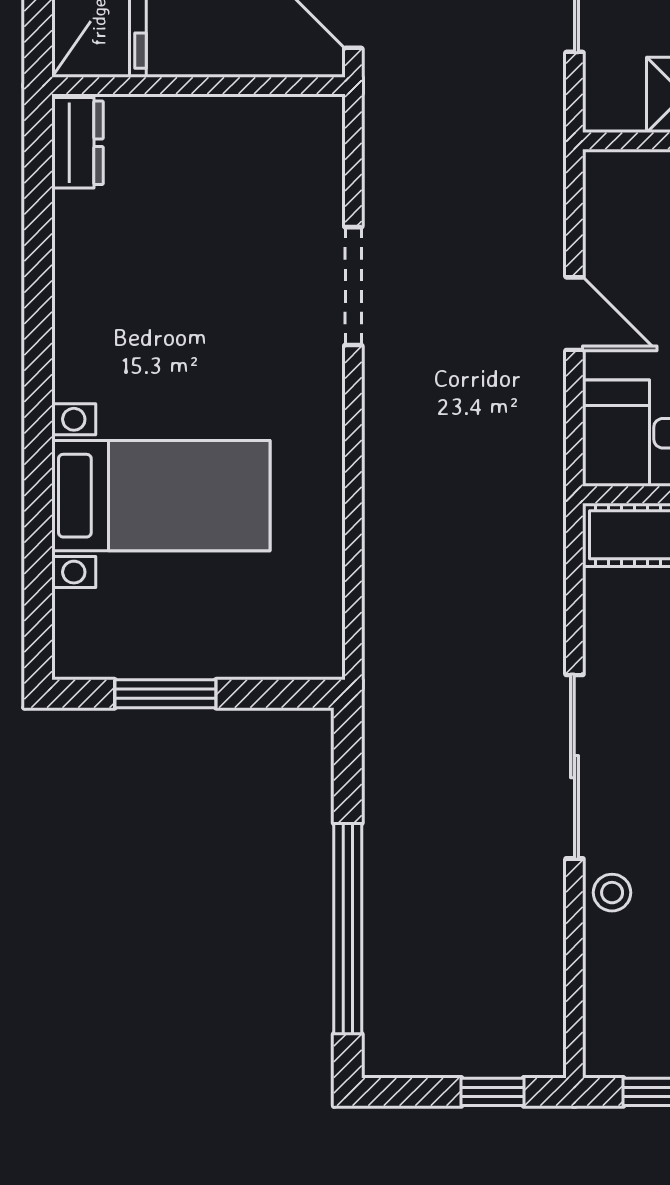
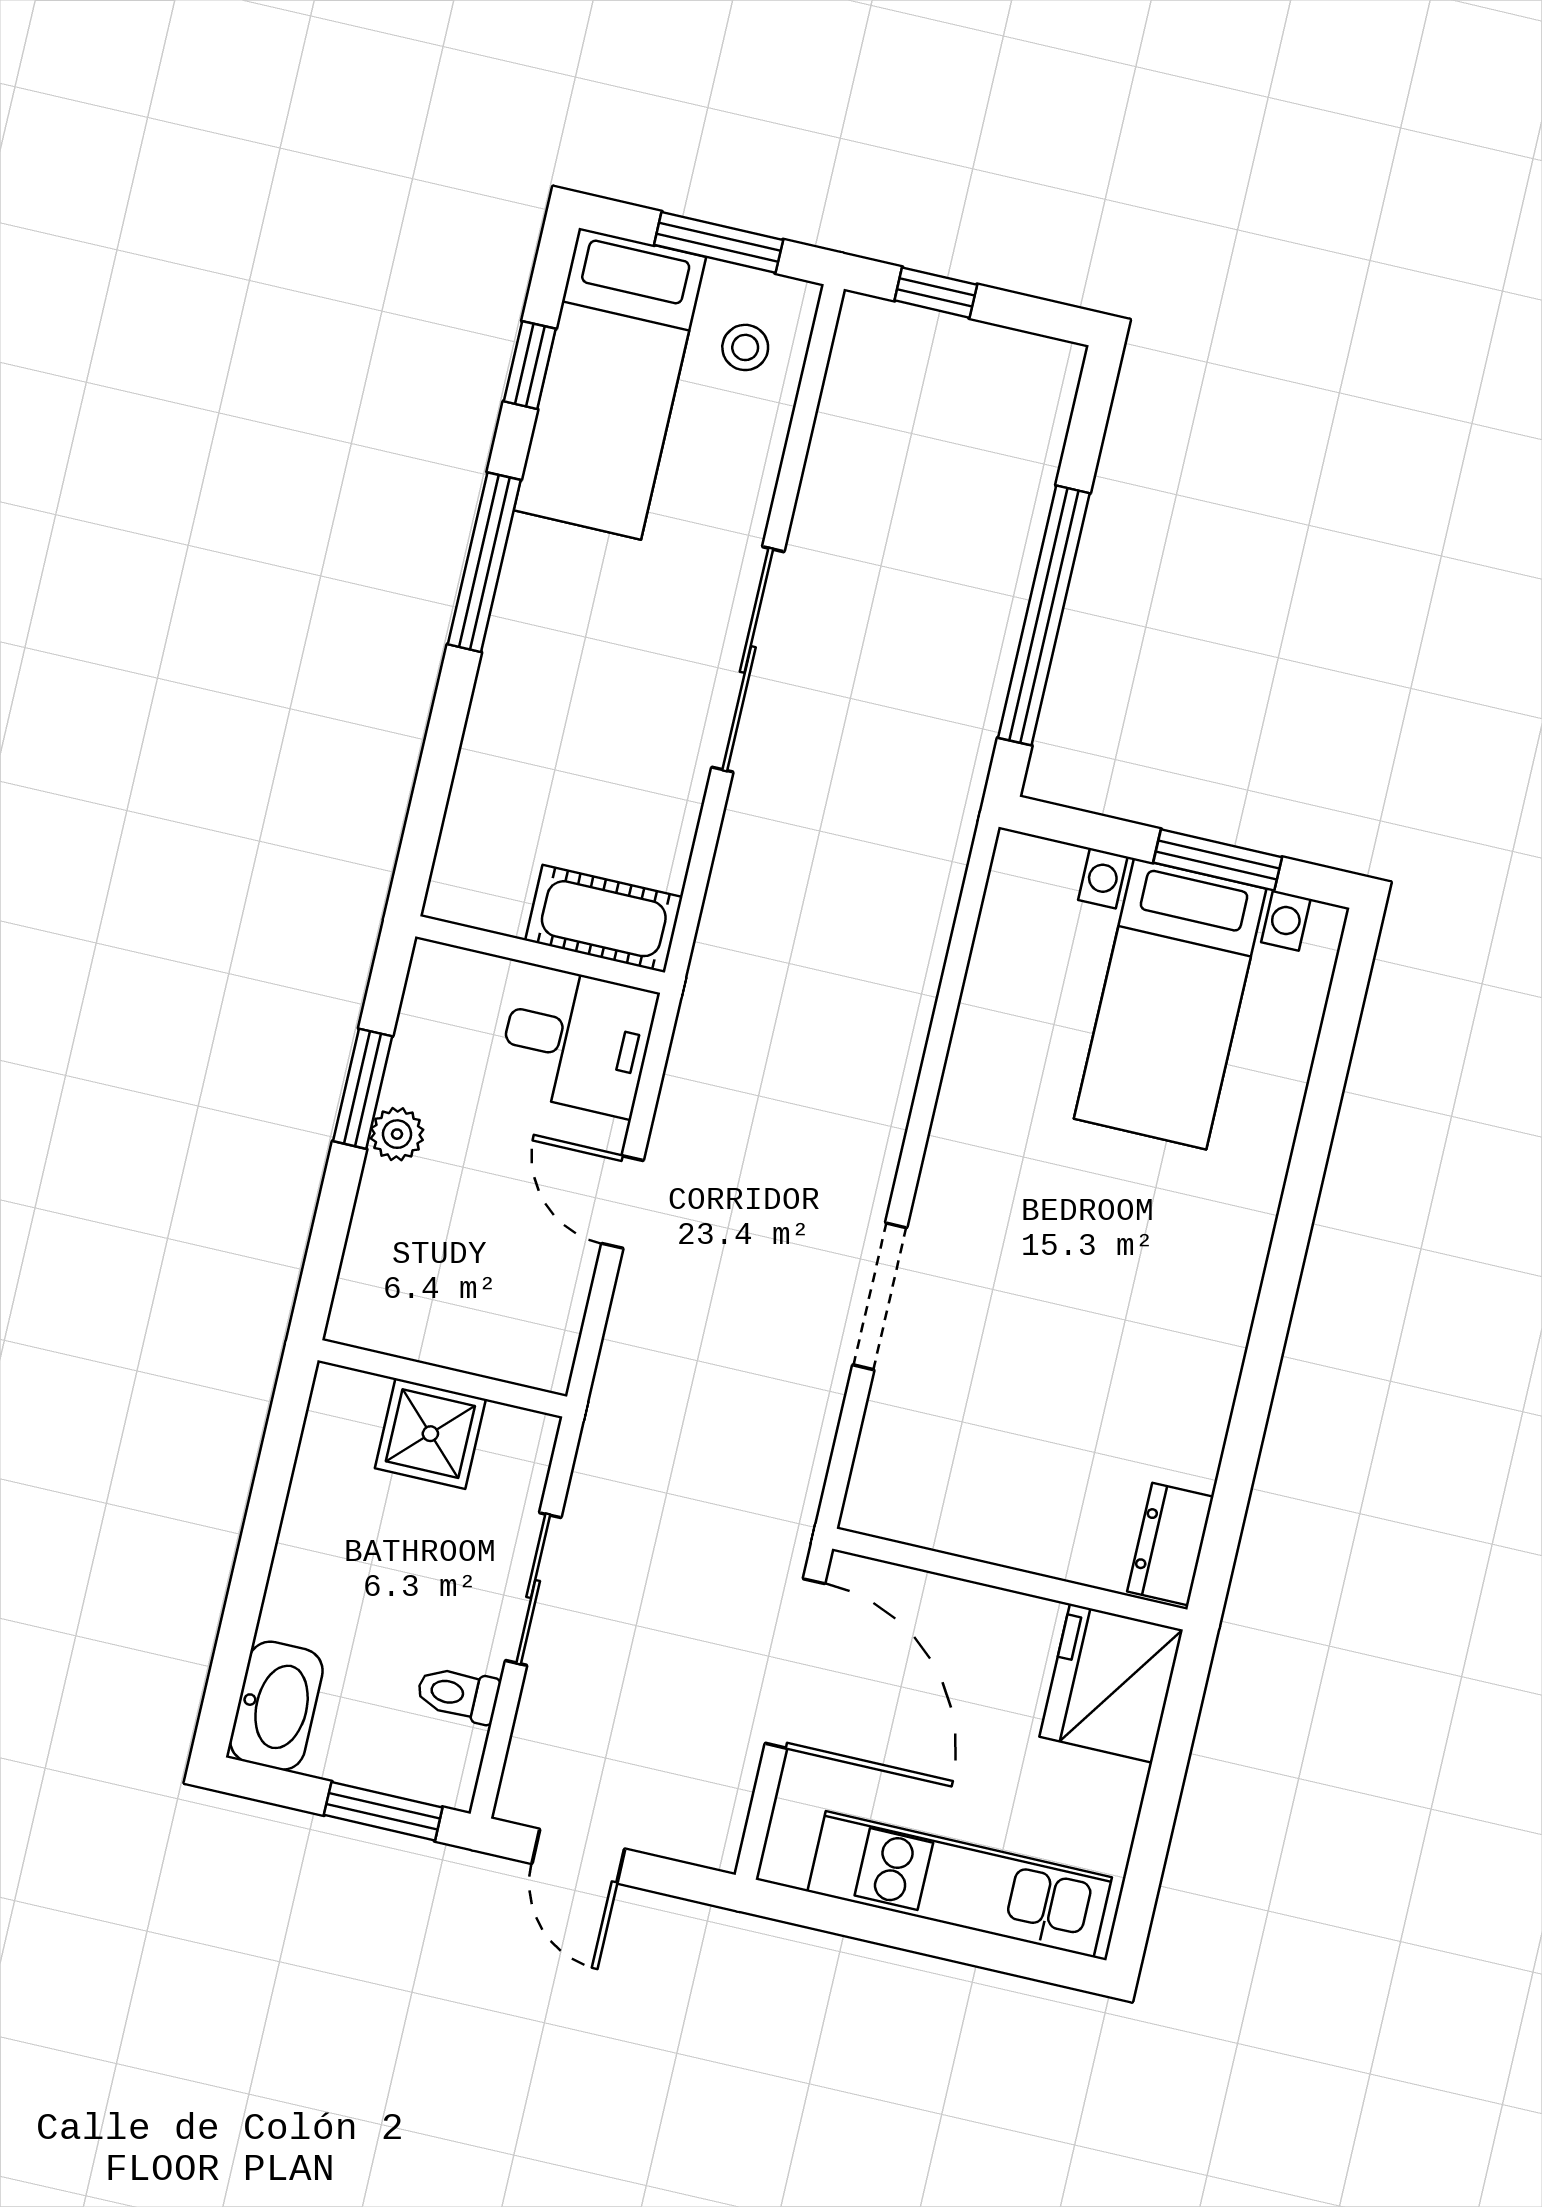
bed with nightstands: (161, 496) -> (1170, 1004), moved, turned -90
stool: (612, 893) -> (745, 347), moved
window: (348, 929) -> (1044, 615), moved

